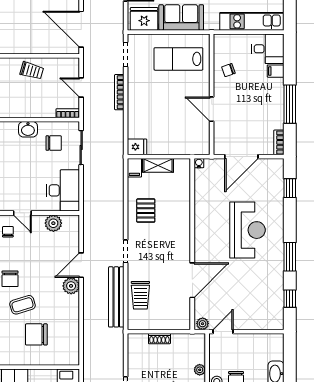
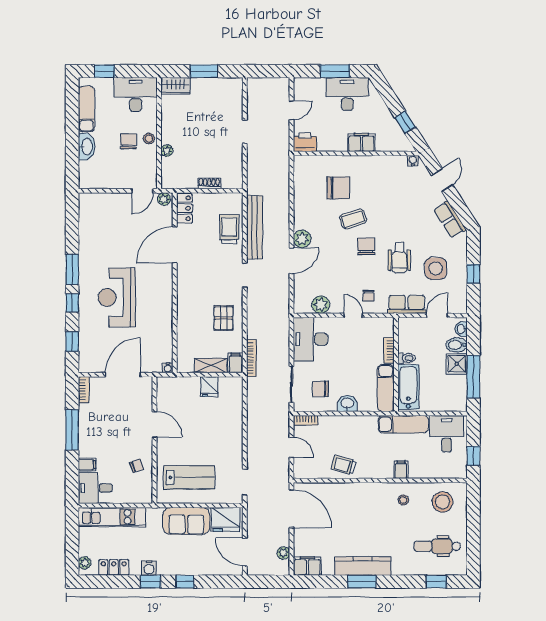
bookcase: (119, 92) -> (251, 358), moved
fridge: (137, 147) -> (209, 387), moved, turned -90
window: (290, 299) -> (72, 303), moved
locker: (183, 315) -> (184, 208), added

